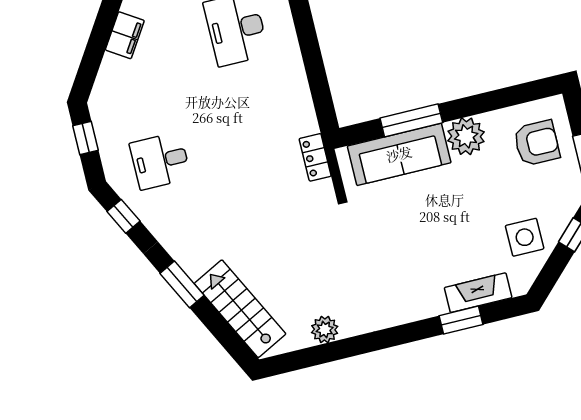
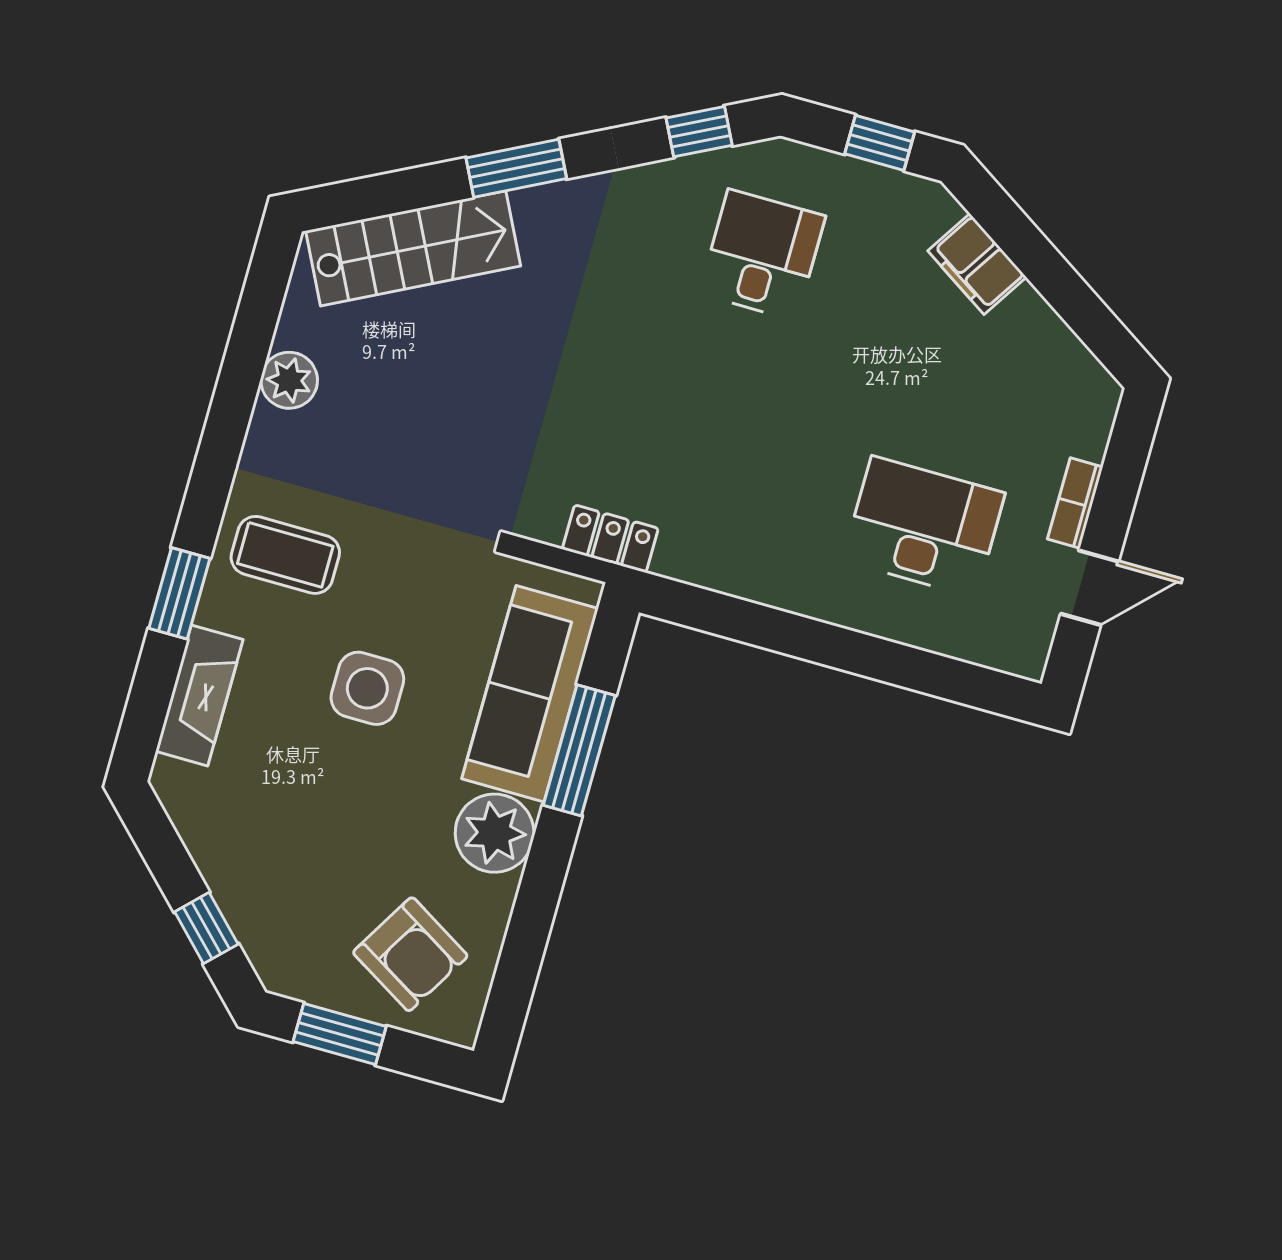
filing cabinet: (125, 35) -> (977, 264), moved
armchair: (537, 143) -> (410, 954), turned -59
side table: (525, 237) -> (367, 688), moved
coffee table: (399, 290) -> (285, 555), added
window: (461, 320) -> (179, 593), moved

